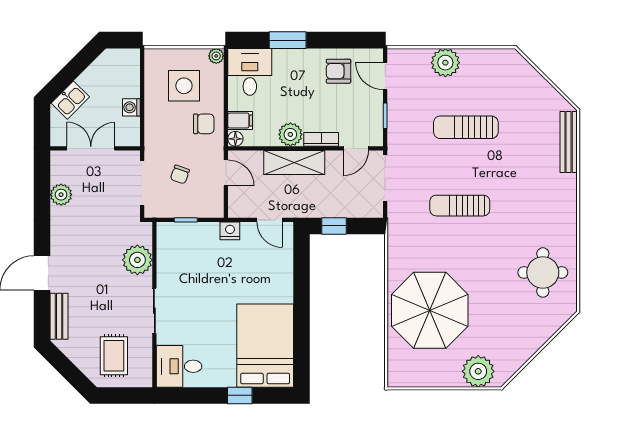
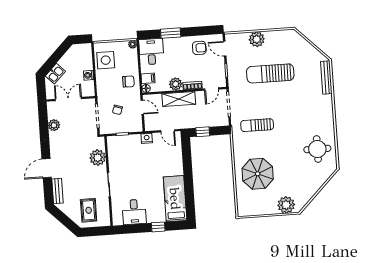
armchair: (339, 71) -> (199, 48), turned 180
side table: (184, 86) -> (106, 60), moved
sun lounger: (466, 127) -> (270, 73), width x1.36, depth x1.34
sun lounger: (460, 206) -> (257, 125), moved
parasol: (430, 310) -> (258, 174), width x0.73, depth x0.73
bed: (265, 346) -> (175, 199), width x0.67
desk: (179, 366) -> (134, 212), moved, turned -90

